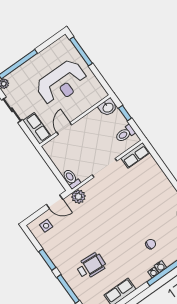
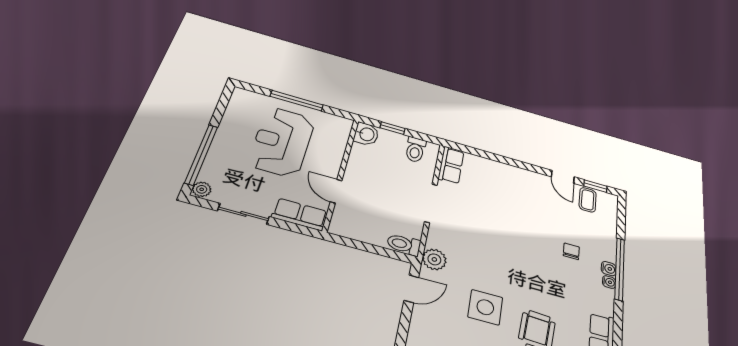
window: (81, 51) -> (297, 101), moved
reception desk: (62, 83) -> (282, 142), turned 180
side table: (46, 226) -> (485, 307), moved, width x1.87, depth x1.87

